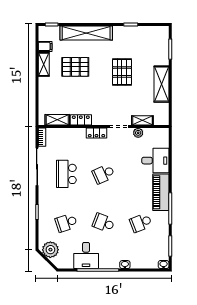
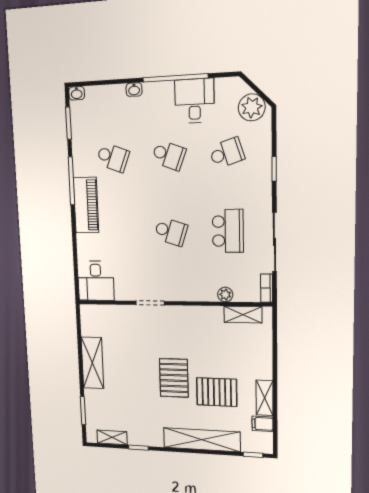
pallet: (122, 72) -> (174, 378), moved
locker: (81, 120) -> (207, 314), removed
shelving: (142, 120) -> (112, 437), moved
locker: (96, 133) -> (183, 294), removed
plant: (138, 133) -> (225, 295), moved
desk: (155, 161) -> (96, 281), moved, turned -90
school desk: (104, 174) -> (171, 232), turned 42
school desk: (141, 223) -> (113, 157), turned 42

